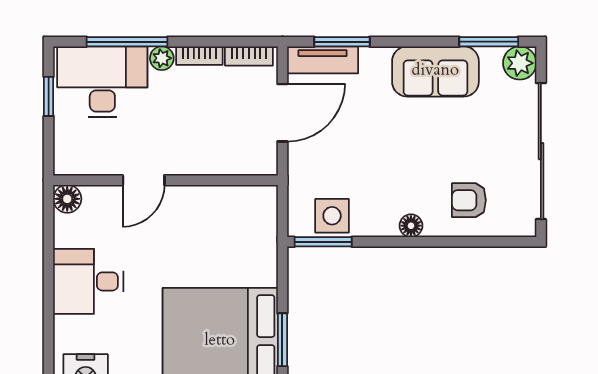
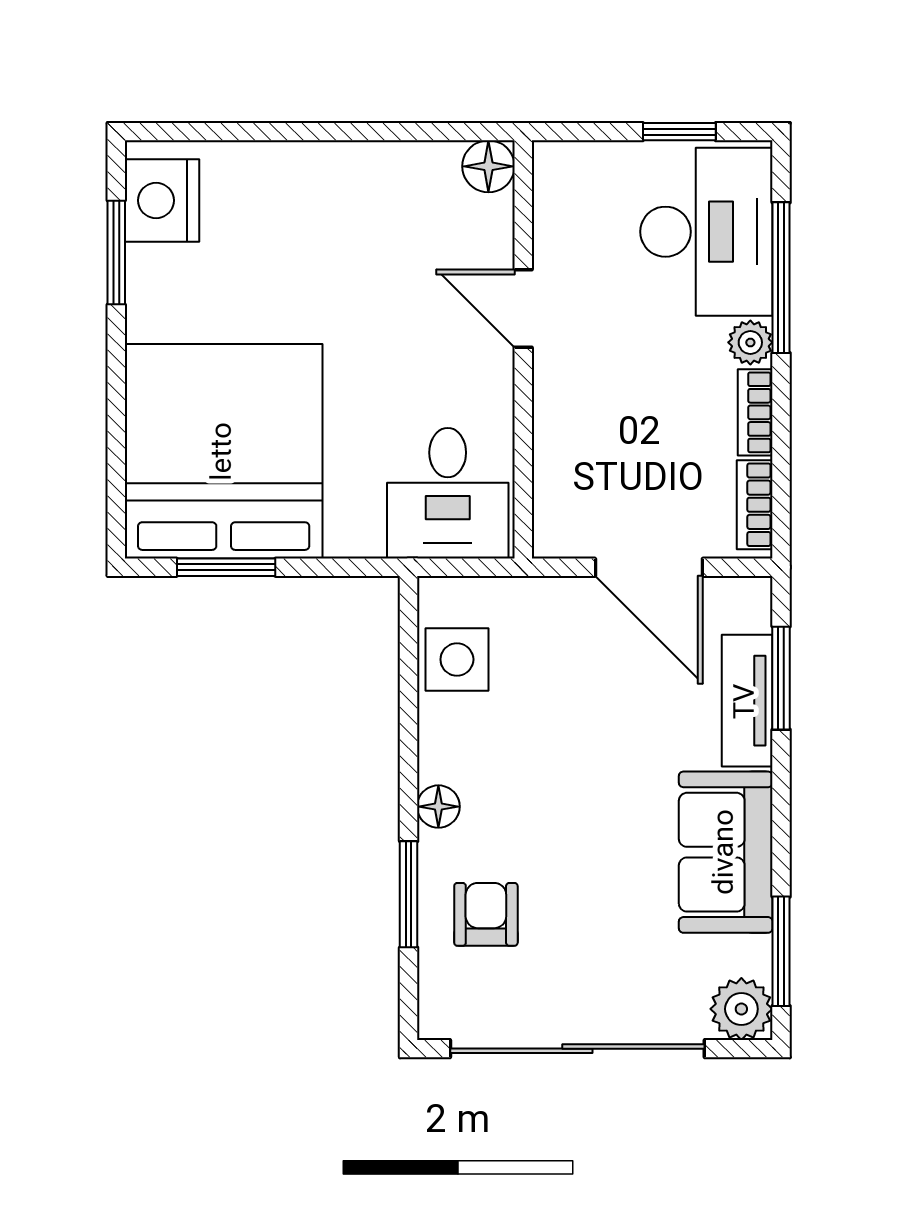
tv unit: (323, 60) -> (747, 701), moved
window: (323, 242) -> (409, 894), moved
desk: (88, 281) -> (448, 493), moved, turned 180

